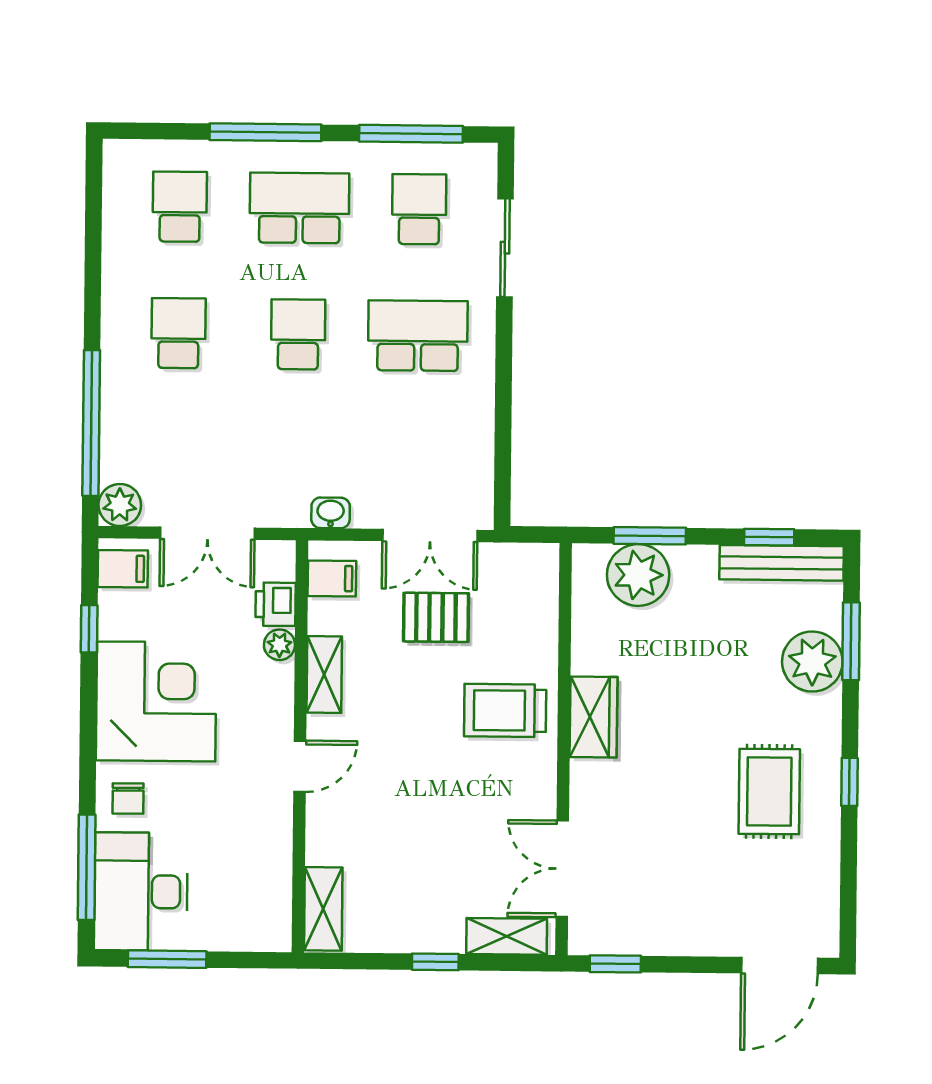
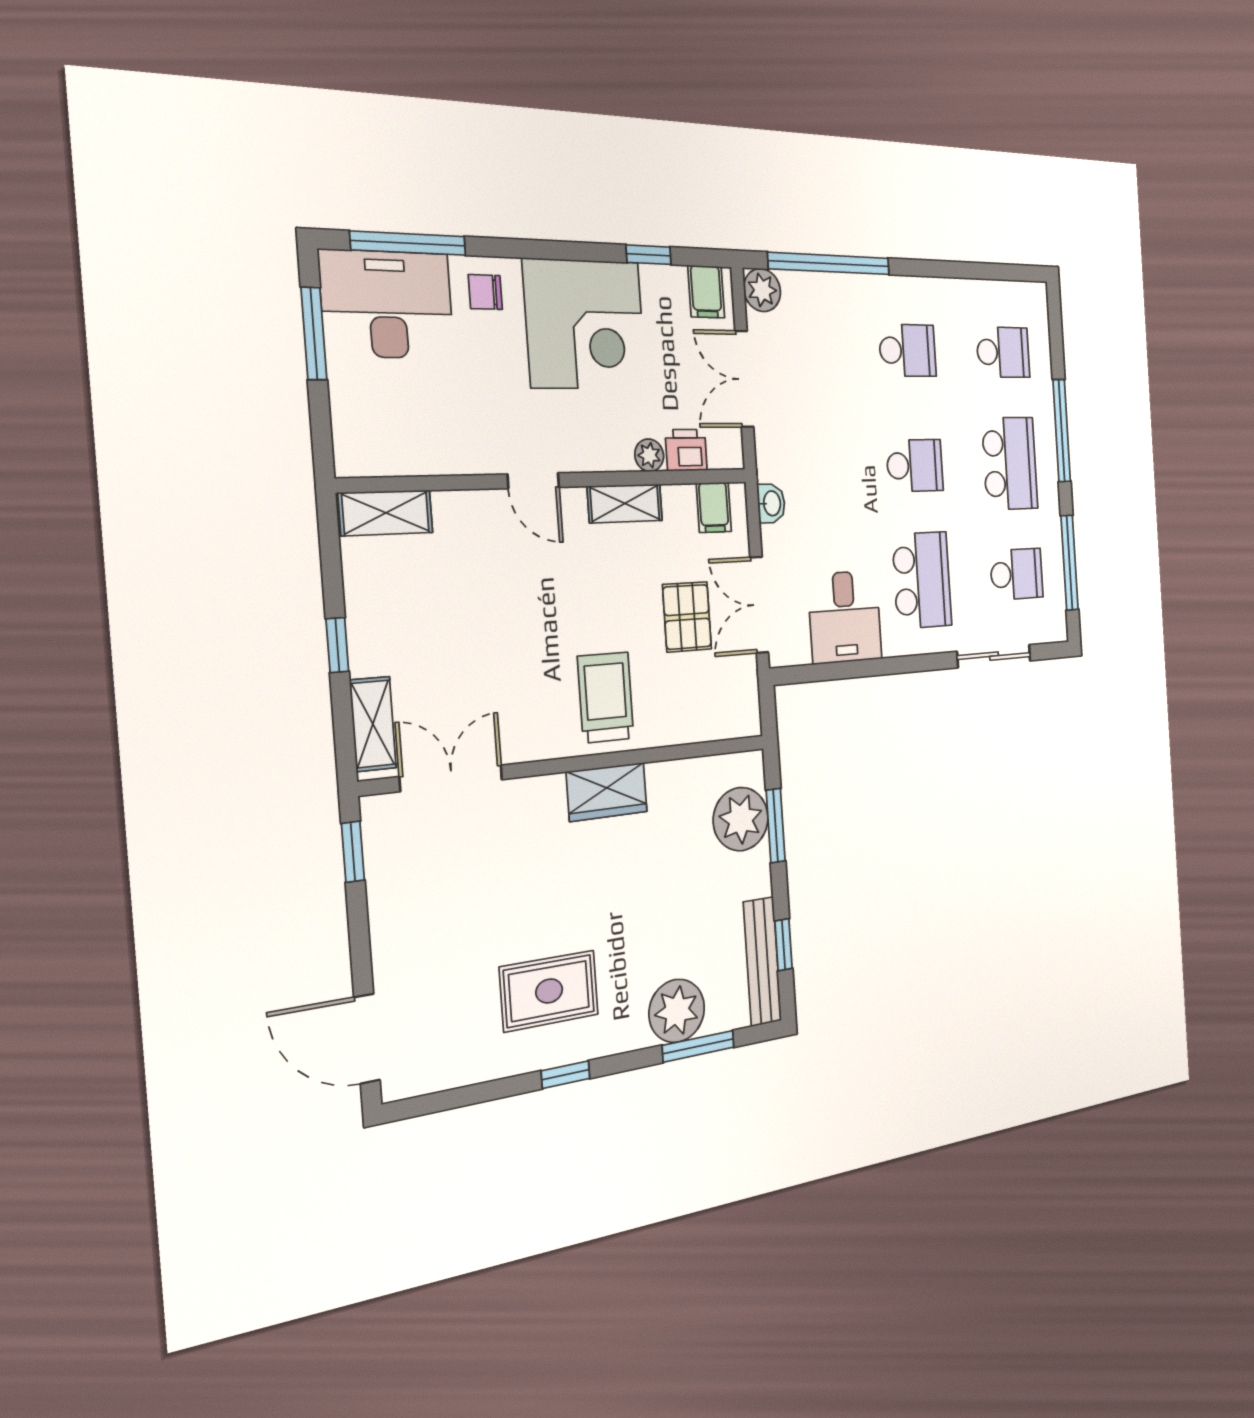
desk: (449, 435) -> (845, 617), added

